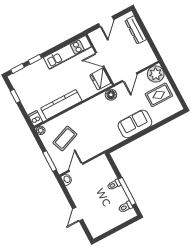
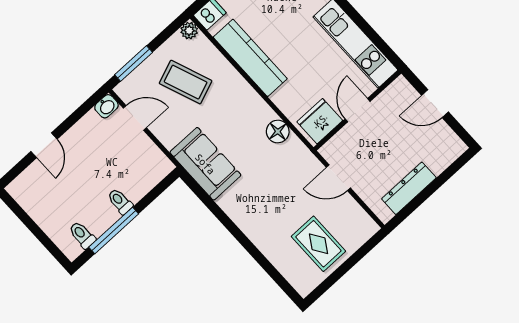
dresser: (136, 30) -> (409, 188), moved
plant: (156, 74) -> (358, 227), removed
floor lamp: (111, 95) -> (278, 132), moved
sofa: (135, 124) -> (205, 164), moved
door: (78, 214) -> (44, 145), swing flipped

